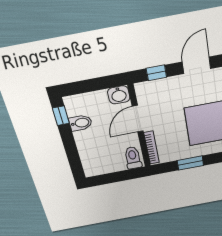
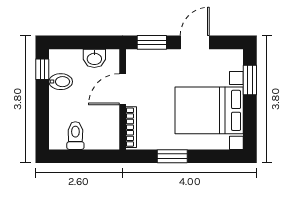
window: (156, 73) -> (152, 42), width x1.50
washbasin: (119, 95) -> (94, 58), moved
toilet: (133, 158) -> (75, 136), moved

